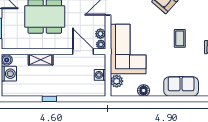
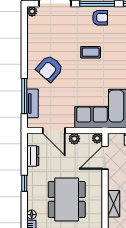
plant: (100, 34) -> (74, 139), moved

